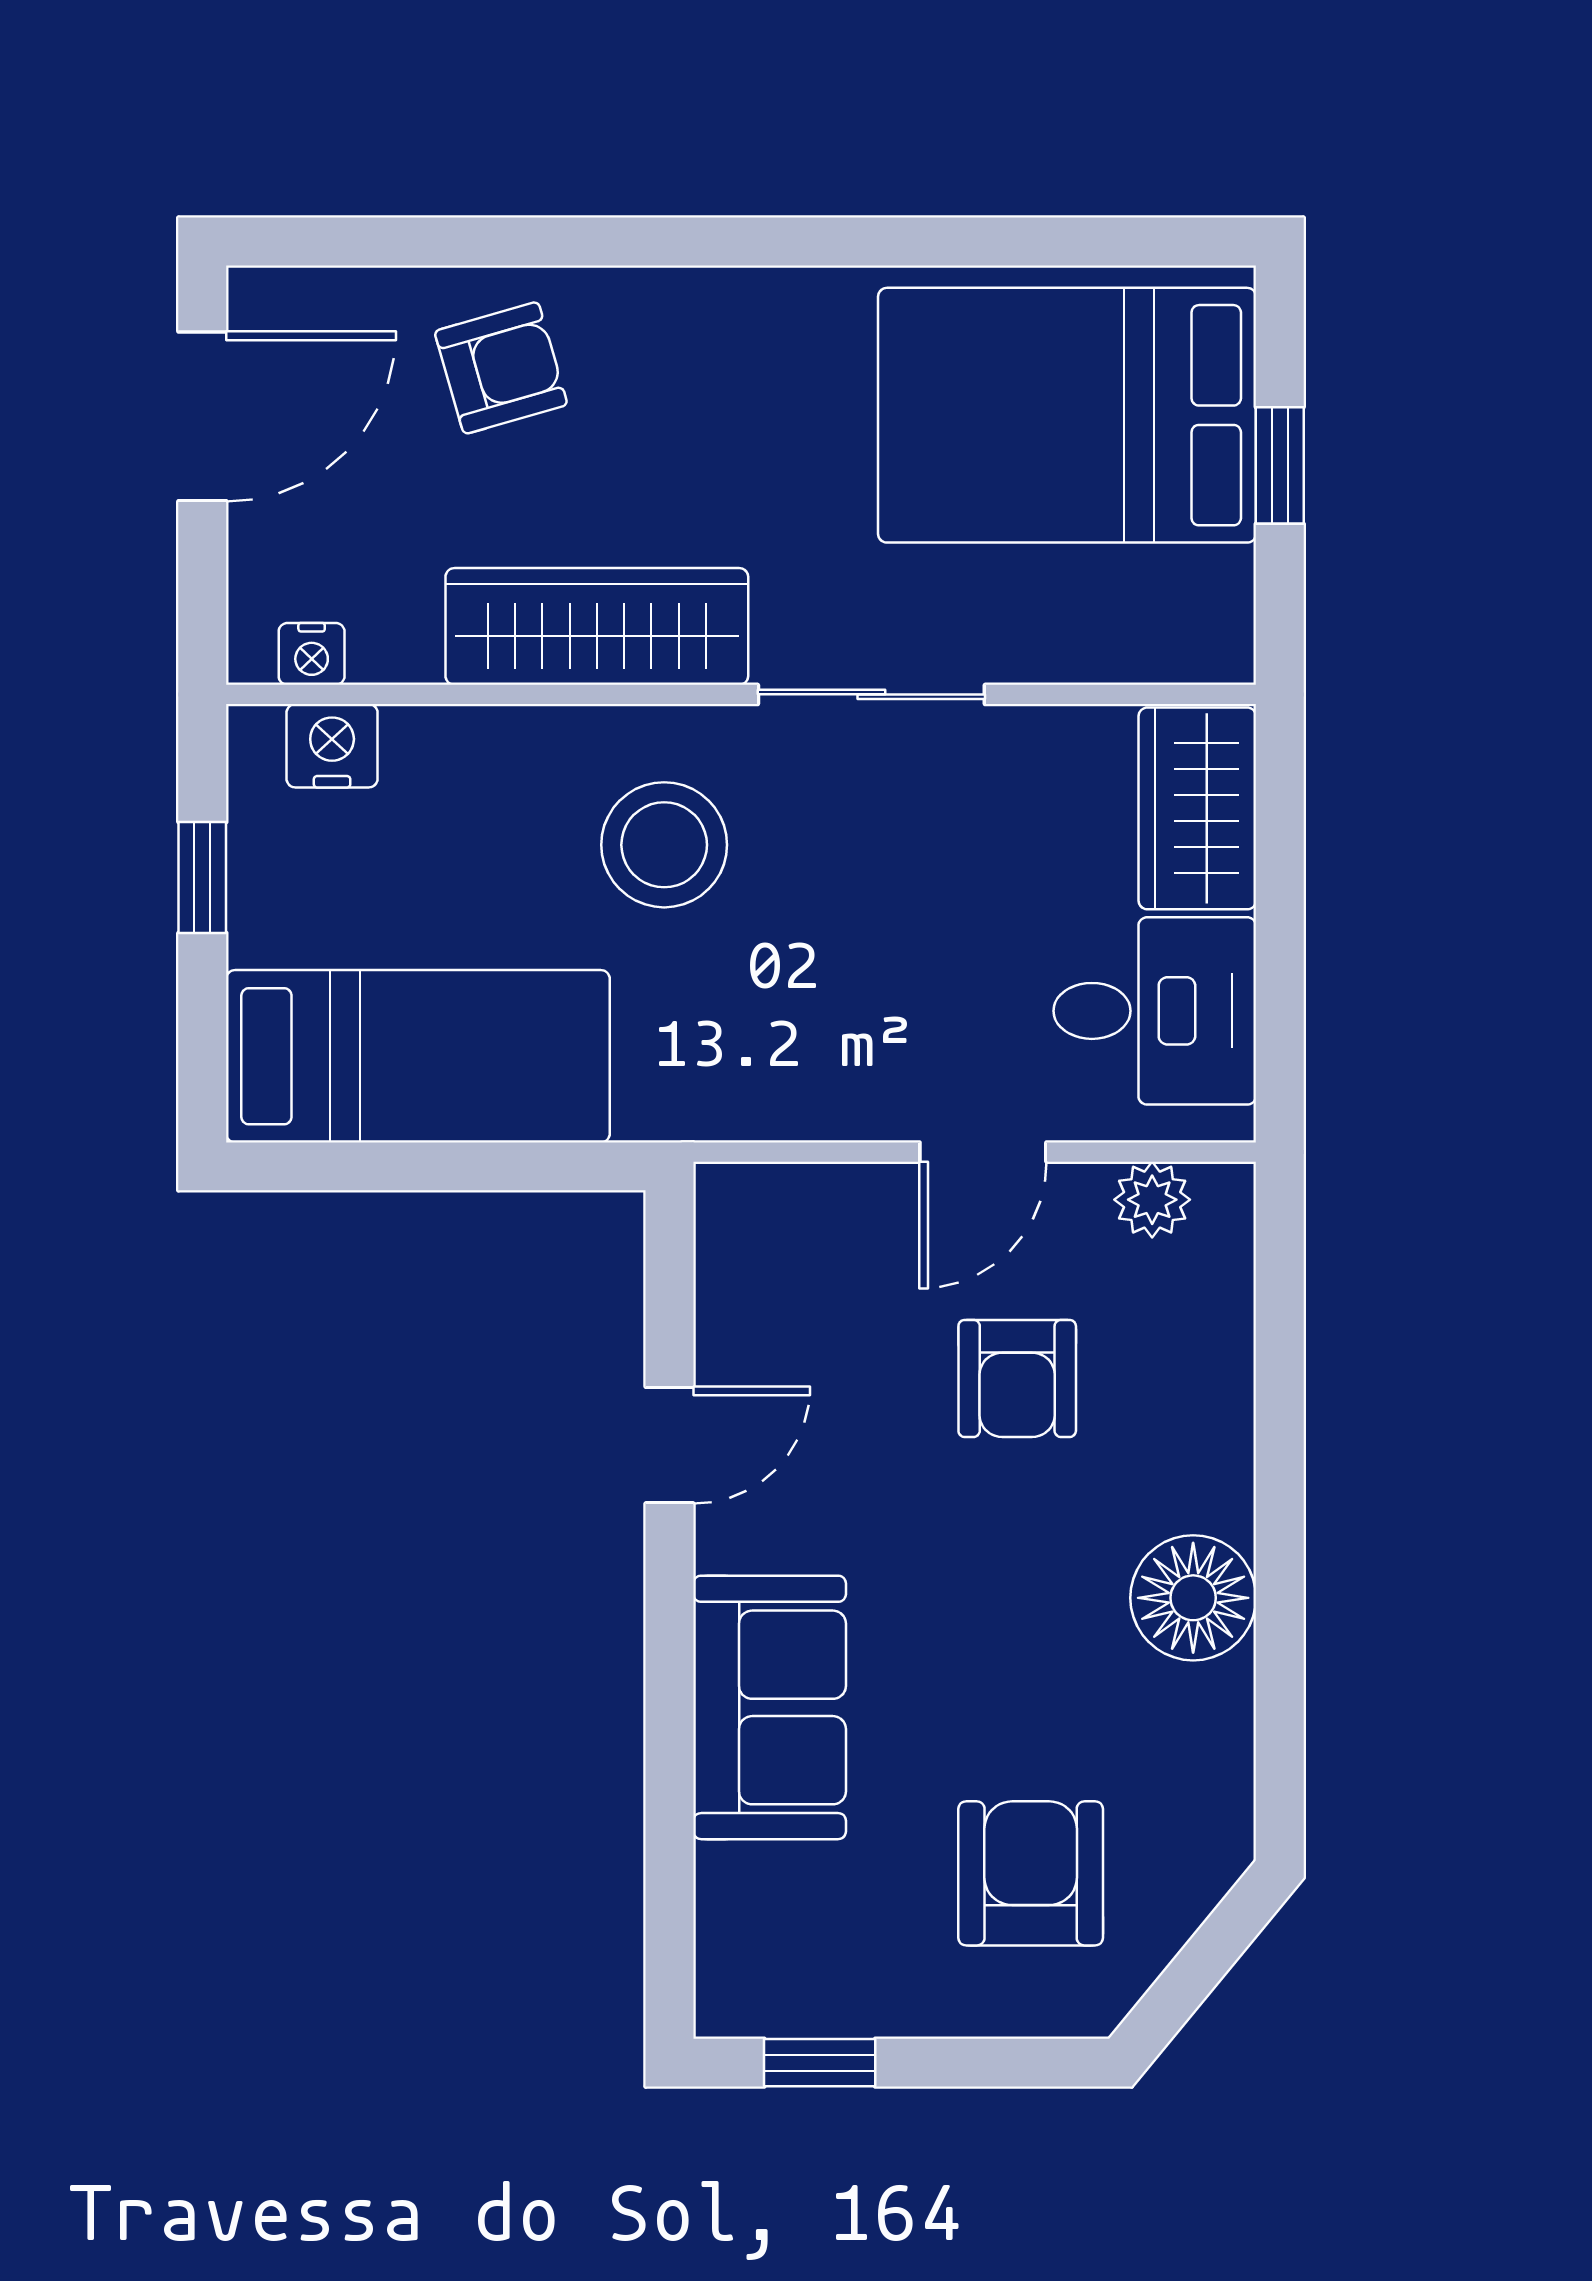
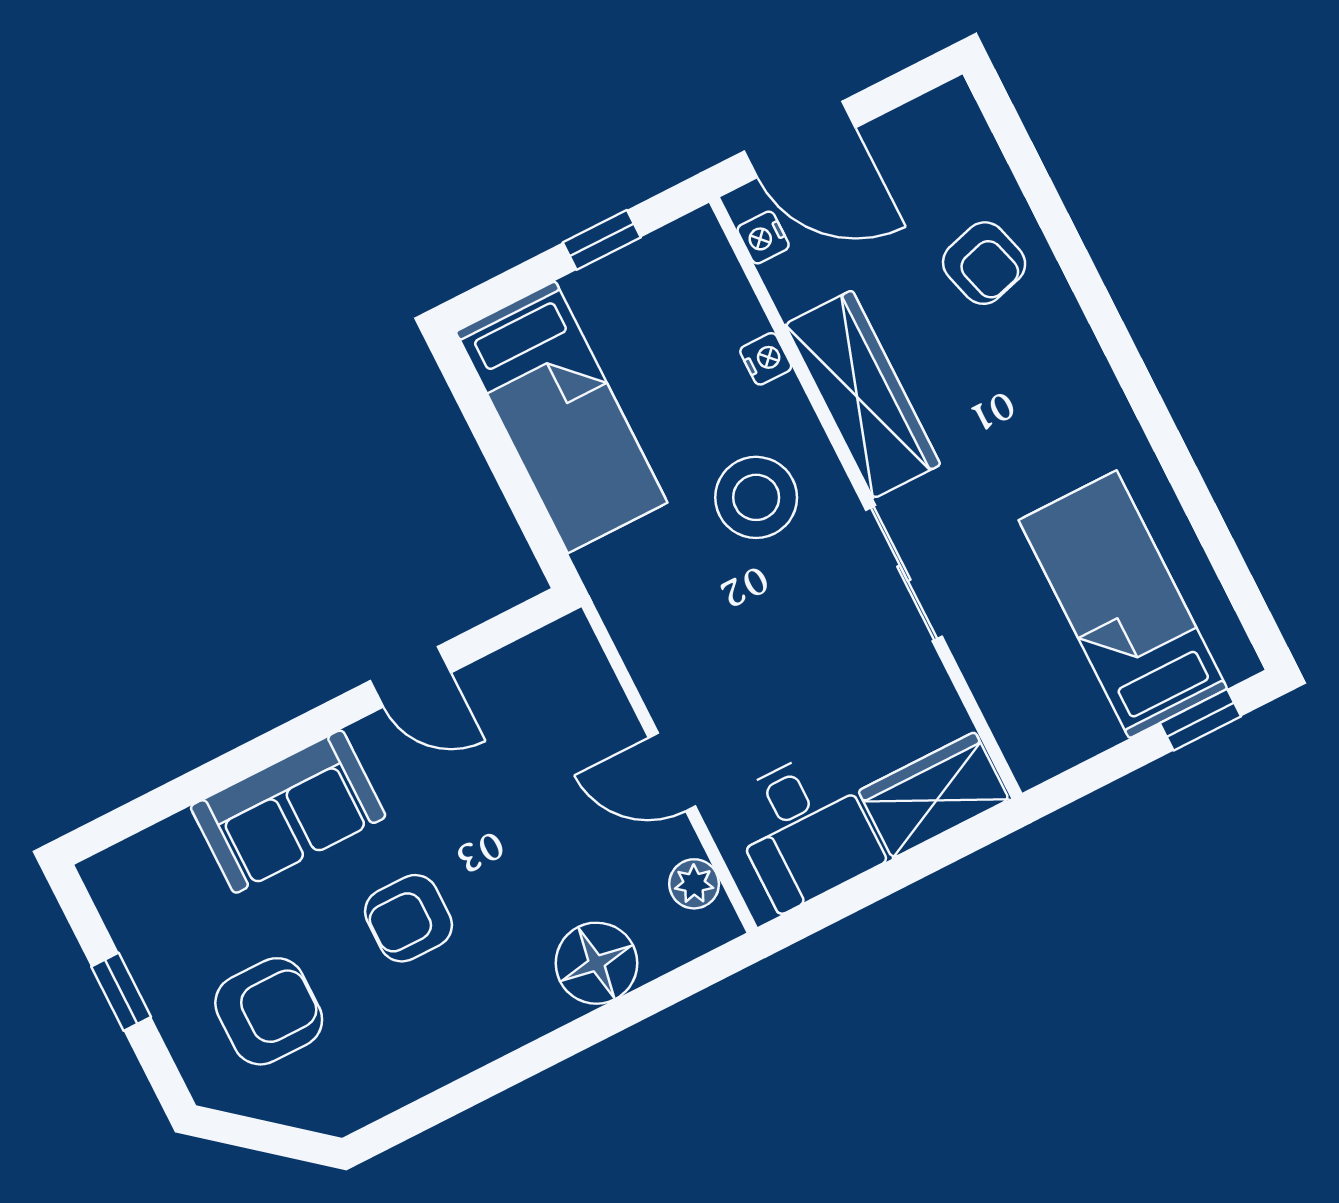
bed: (1067, 415) -> (1123, 604), width x0.67
door: (202, 416) -> (800, 139), moved
window: (1280, 465) -> (1200, 720), moved
nightstand: (332, 746) -> (766, 359), moved, width x0.72, depth x0.74
armchair: (1017, 1378) -> (409, 918), moved
floor lamp: (1193, 1598) -> (597, 963), moved
window: (820, 2063) -> (121, 992), moved

